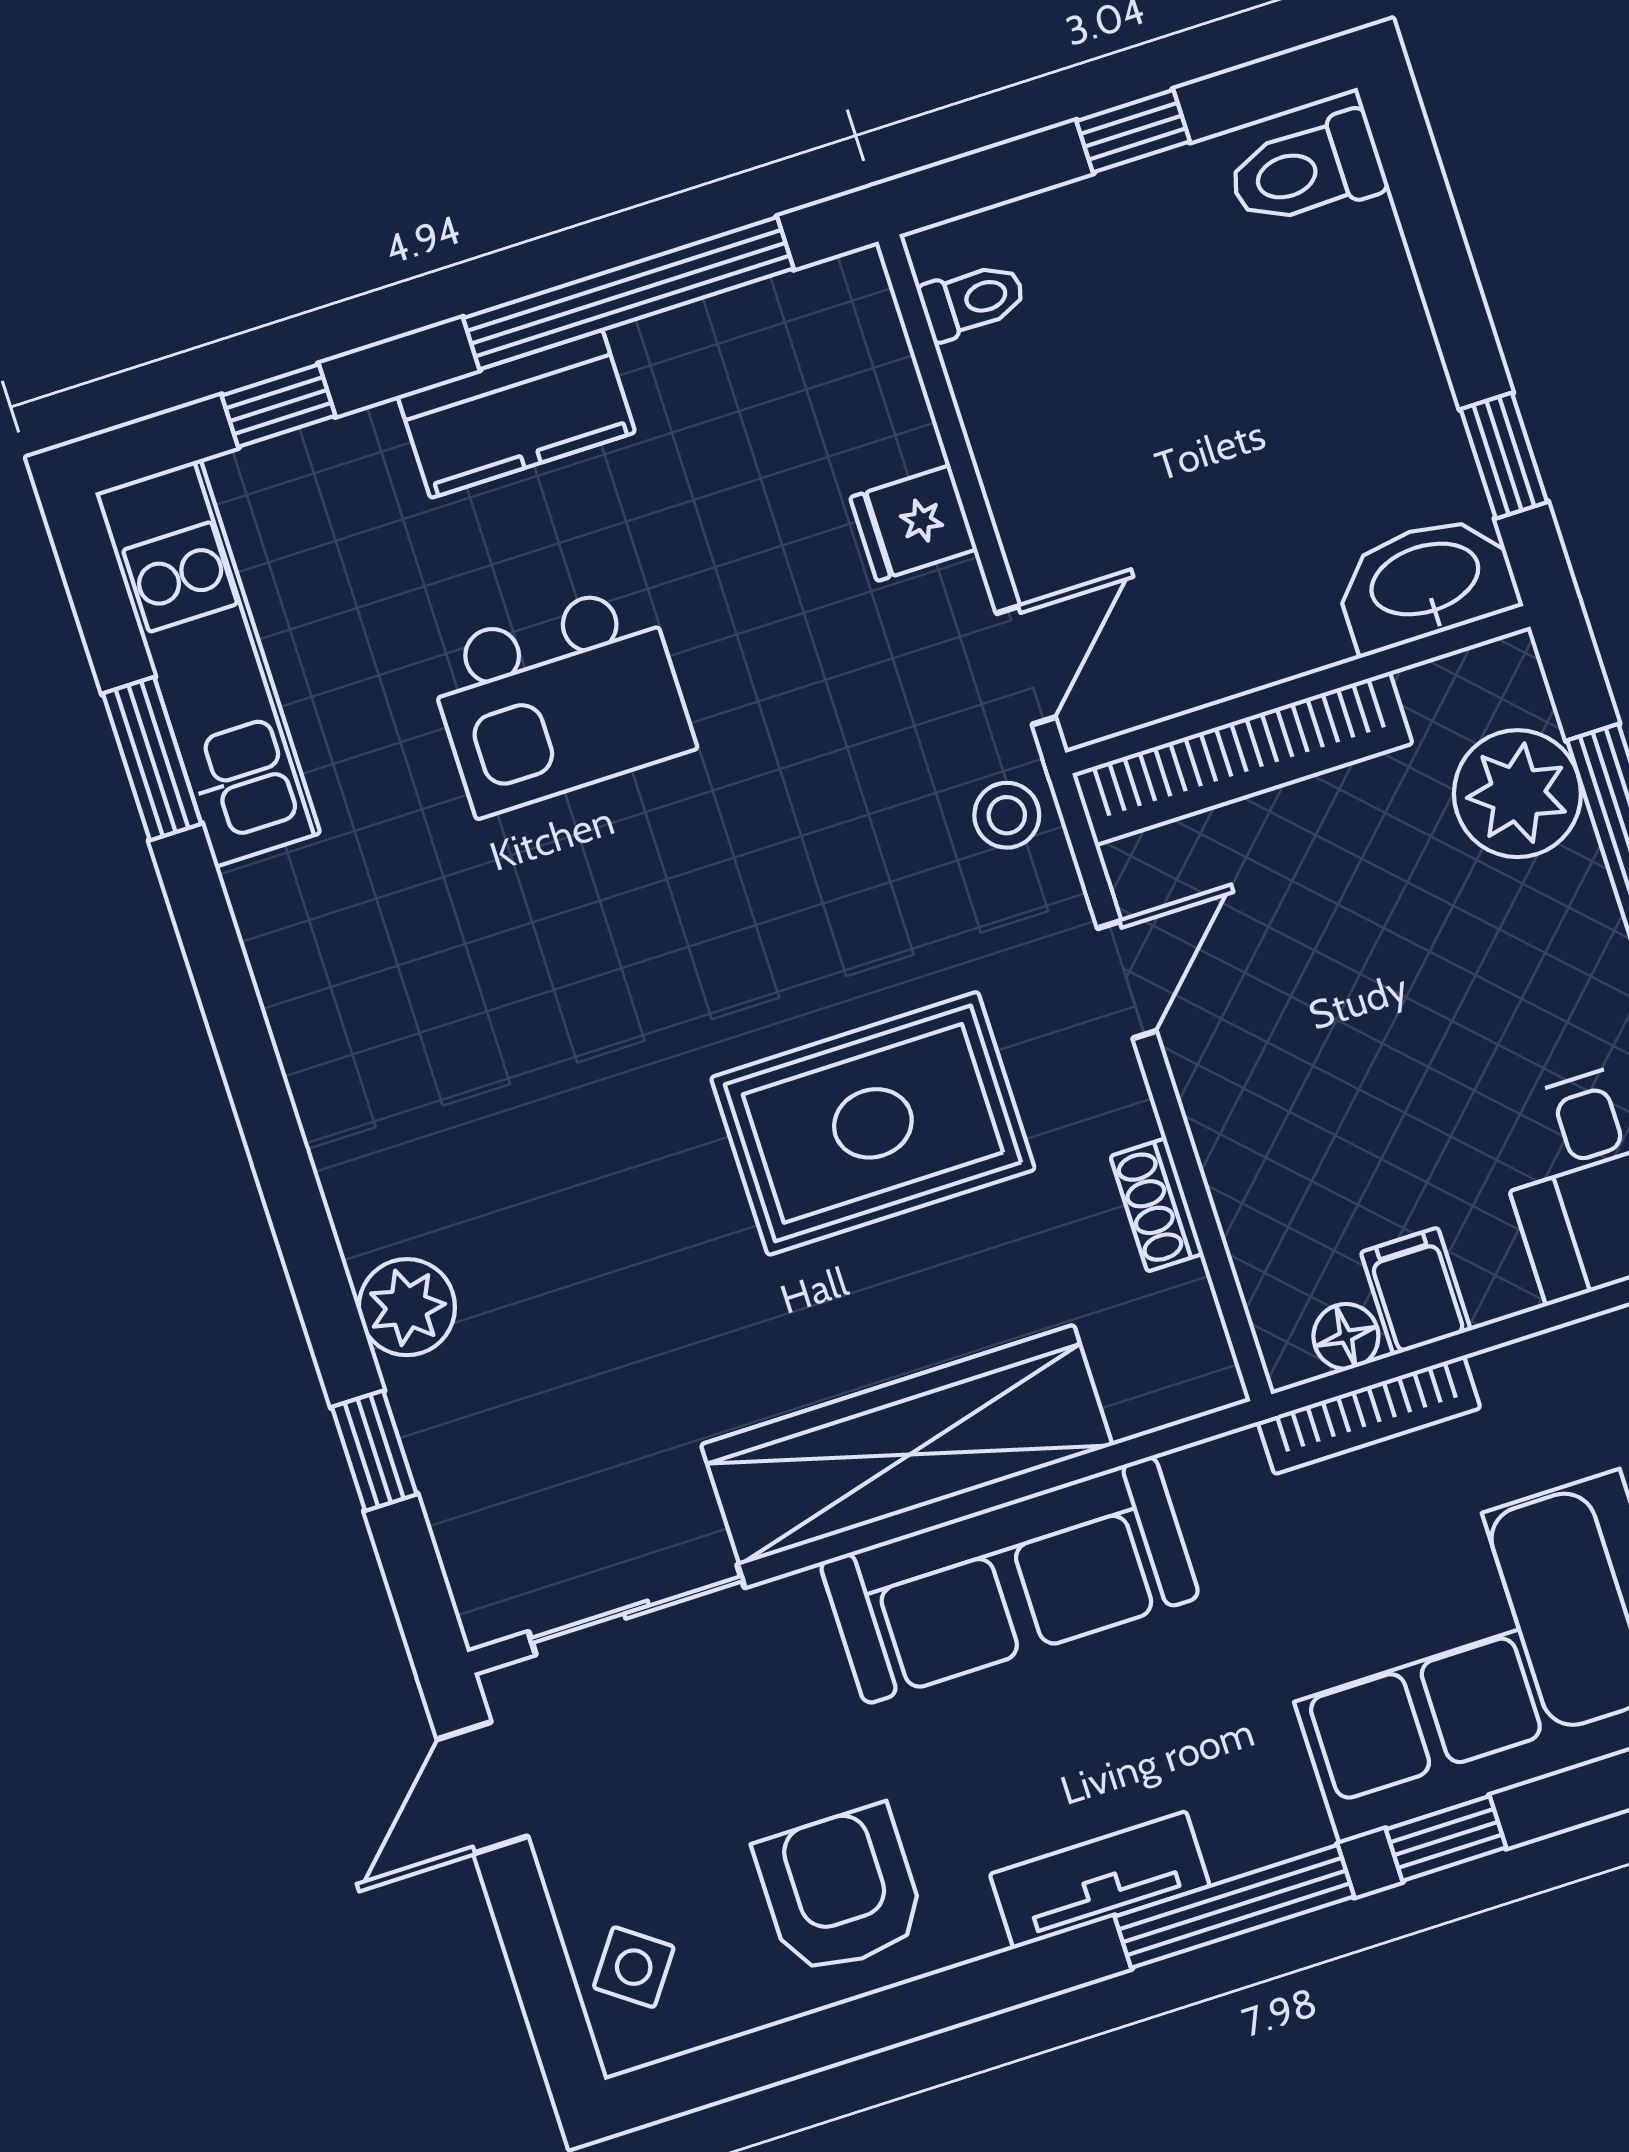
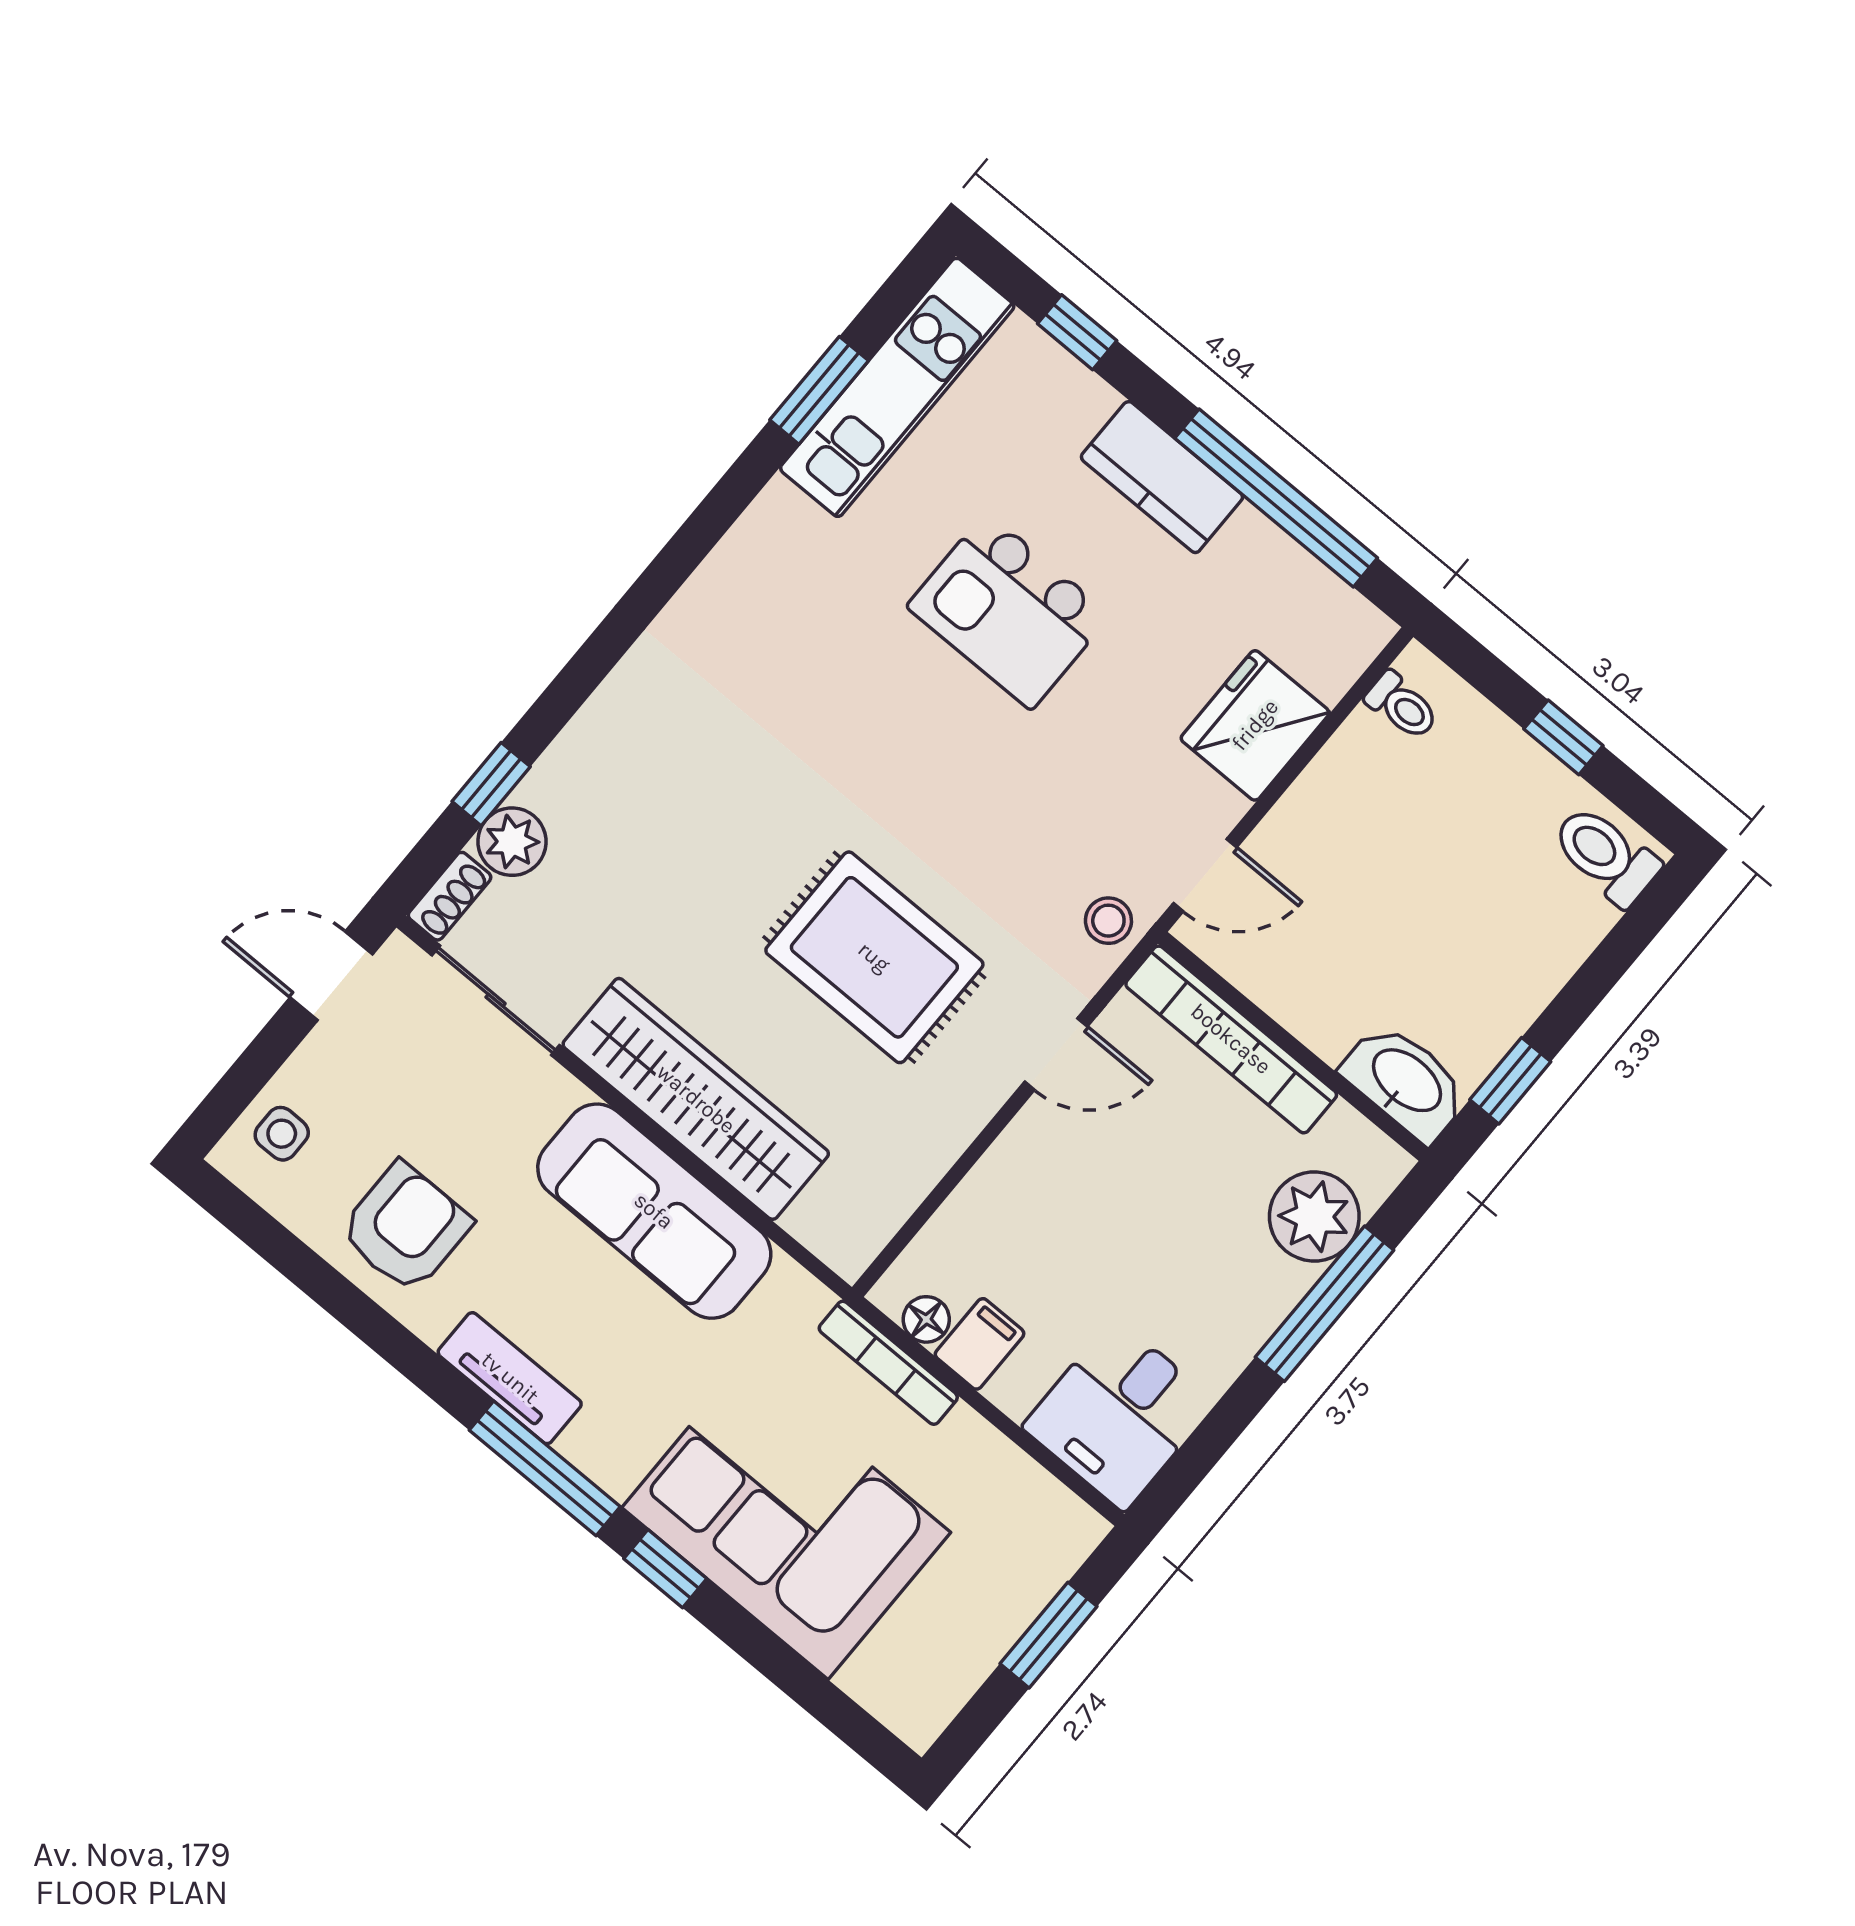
fridge: (914, 523) -> (1255, 725), width x1.88, depth x1.34
shoe rack: (1157, 1205) -> (450, 896), moved, turned 180
plant: (407, 1307) -> (512, 842), moved
side table: (634, 1967) -> (282, 1134), turned -36

